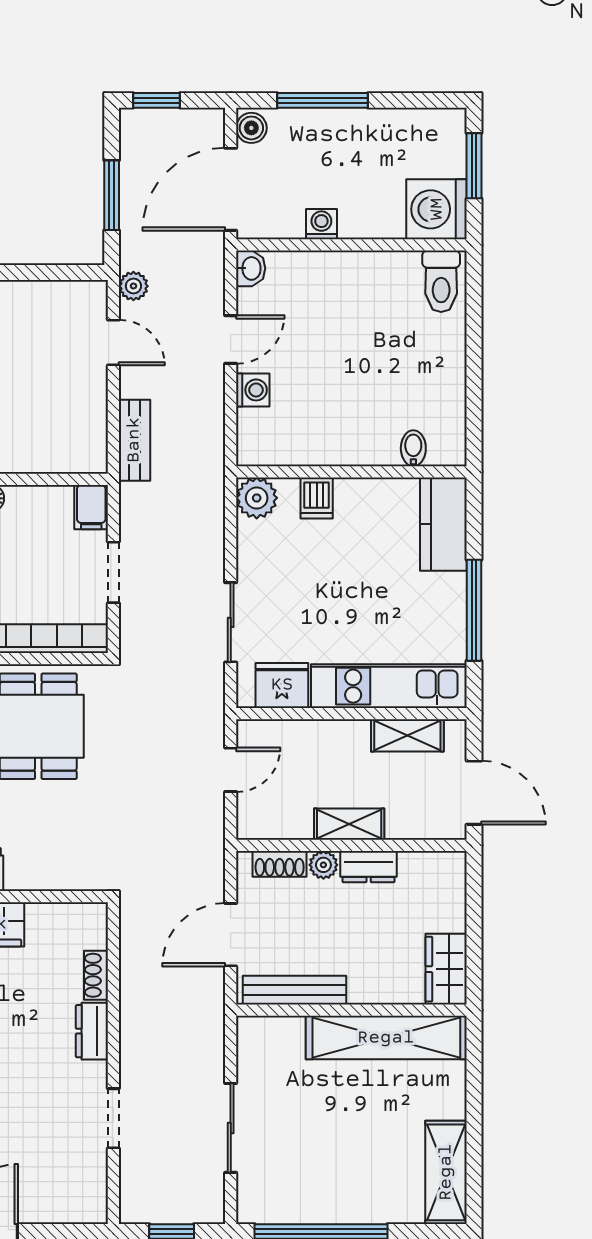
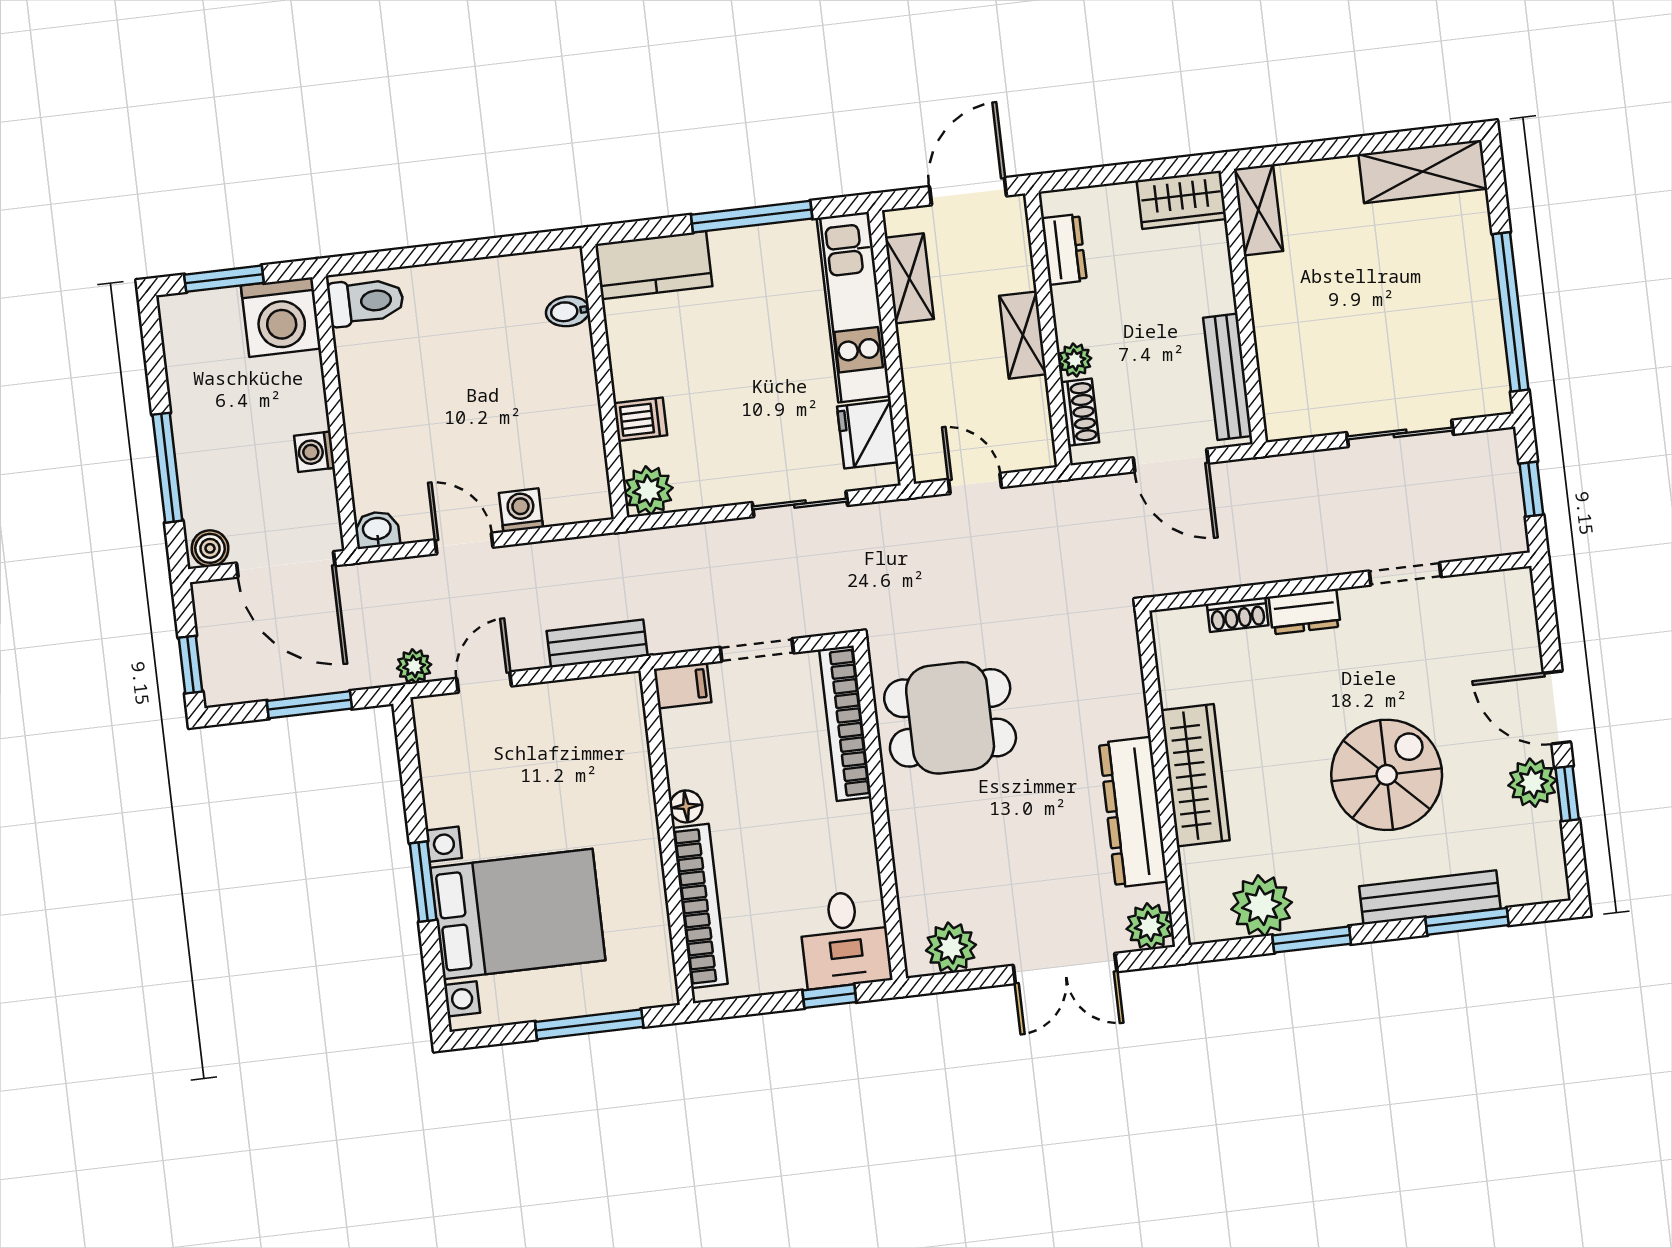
dresser: (369, 867) -> (1064, 249), moved
shelving: (386, 1038) -> (1258, 210), width x0.45, depth x0.75

